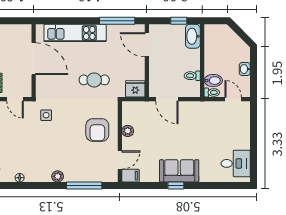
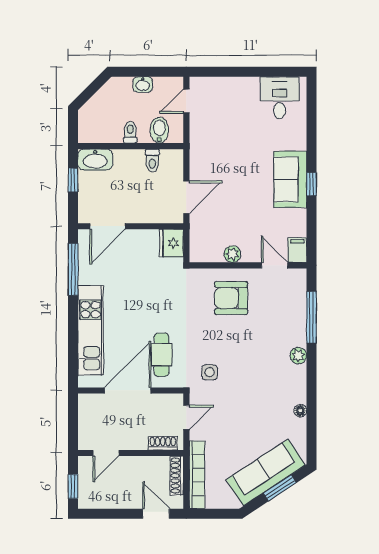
cafe table: (94, 80) -> (162, 355), moved
toilet: (212, 92) -> (130, 132), moved
armchair: (97, 130) -> (231, 298), turned 180

